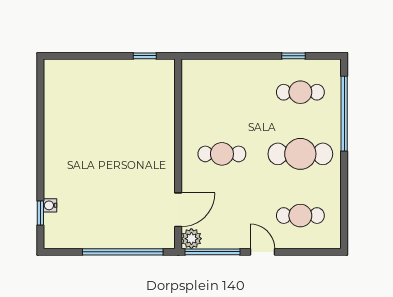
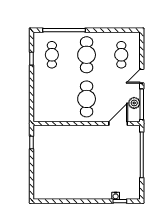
cafe table: (222, 154) -> (87, 99), width x1.37, depth x1.35
door: (178, 210) -> (118, 124), hinge flipped
plant: (191, 239) -> (134, 103), moved

